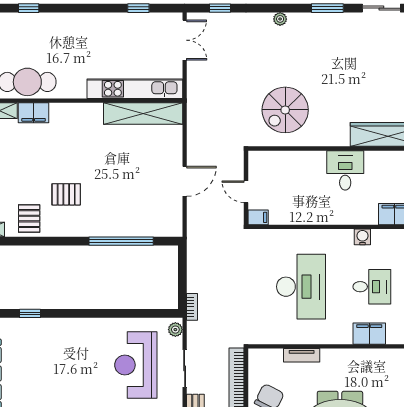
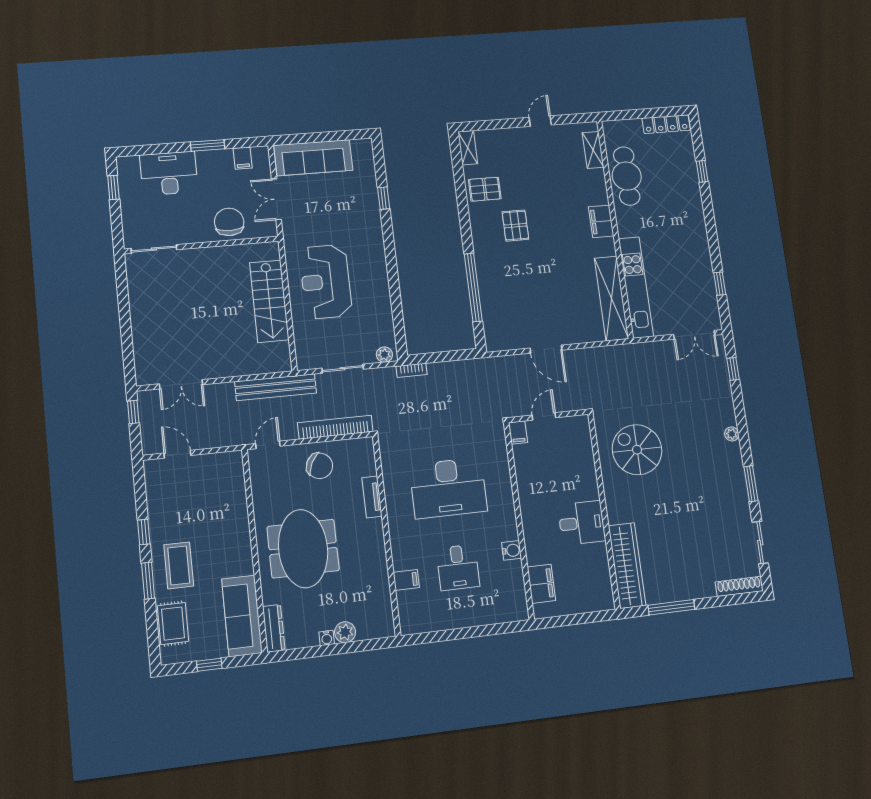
filing cabinet: (34, 113) -> (601, 221), moved
filing cabinet: (369, 334) -> (406, 580), width x0.50
reception desk: (136, 365) -> (326, 282), moved, turned -90

